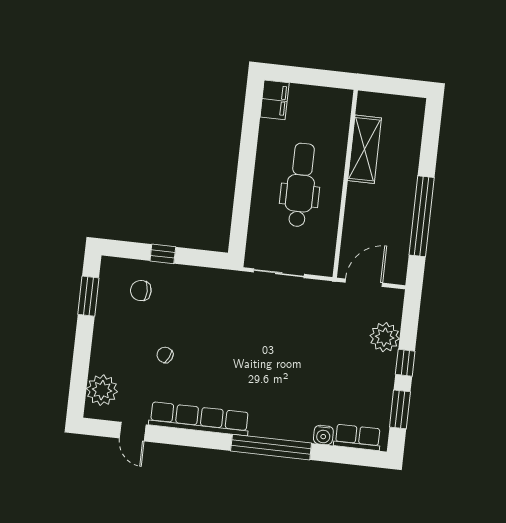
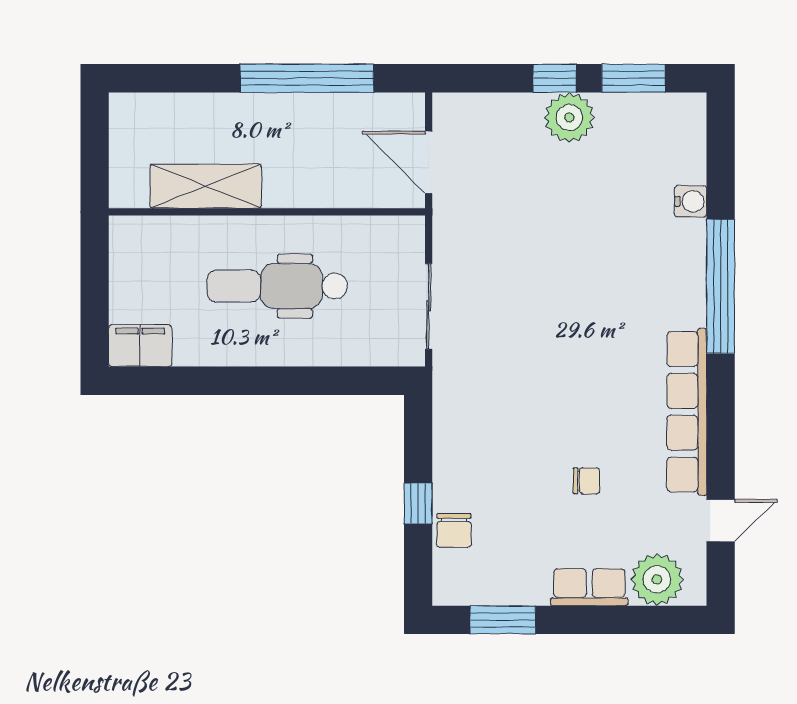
chair: (141, 291) -> (454, 530), moved
plant: (385, 337) -> (569, 117), moved
chair: (165, 355) -> (586, 481), turned -116
row of seats: (358, 437) -> (589, 587), moved, turned 90

